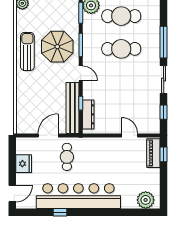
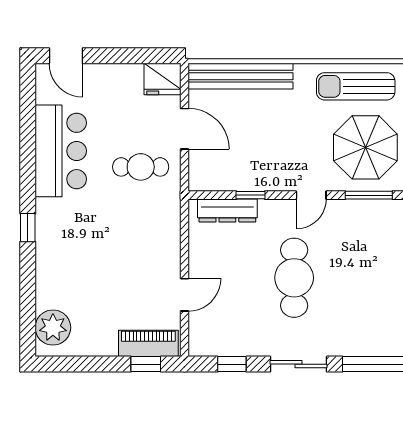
cafe table: (121, 49) -> (294, 278), moved
sun lounger: (27, 51) -> (356, 86), turned 180
bench: (72, 108) -> (241, 76), moved
fridge: (24, 164) -> (162, 79), moved
bar counter: (78, 196) -> (61, 151), width x0.54
window: (60, 212) -> (28, 228), moved

